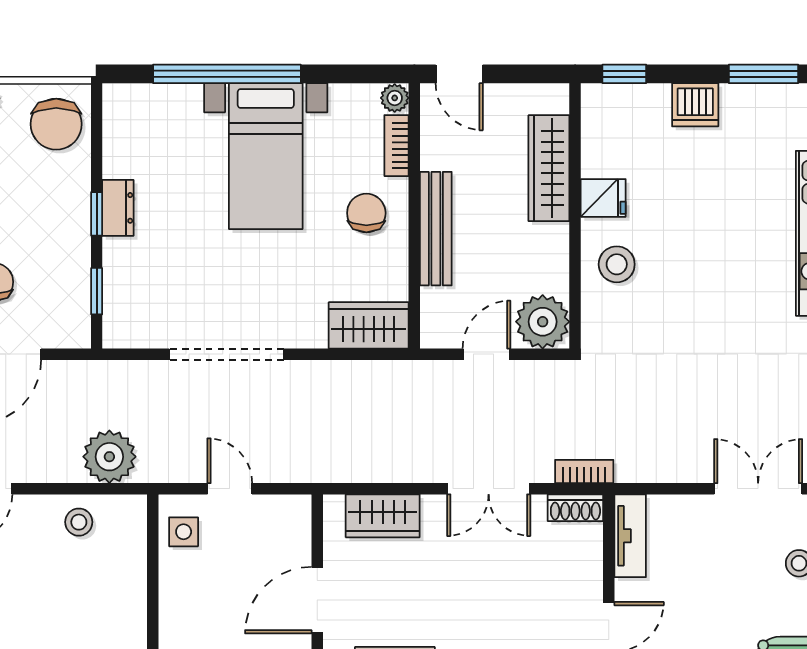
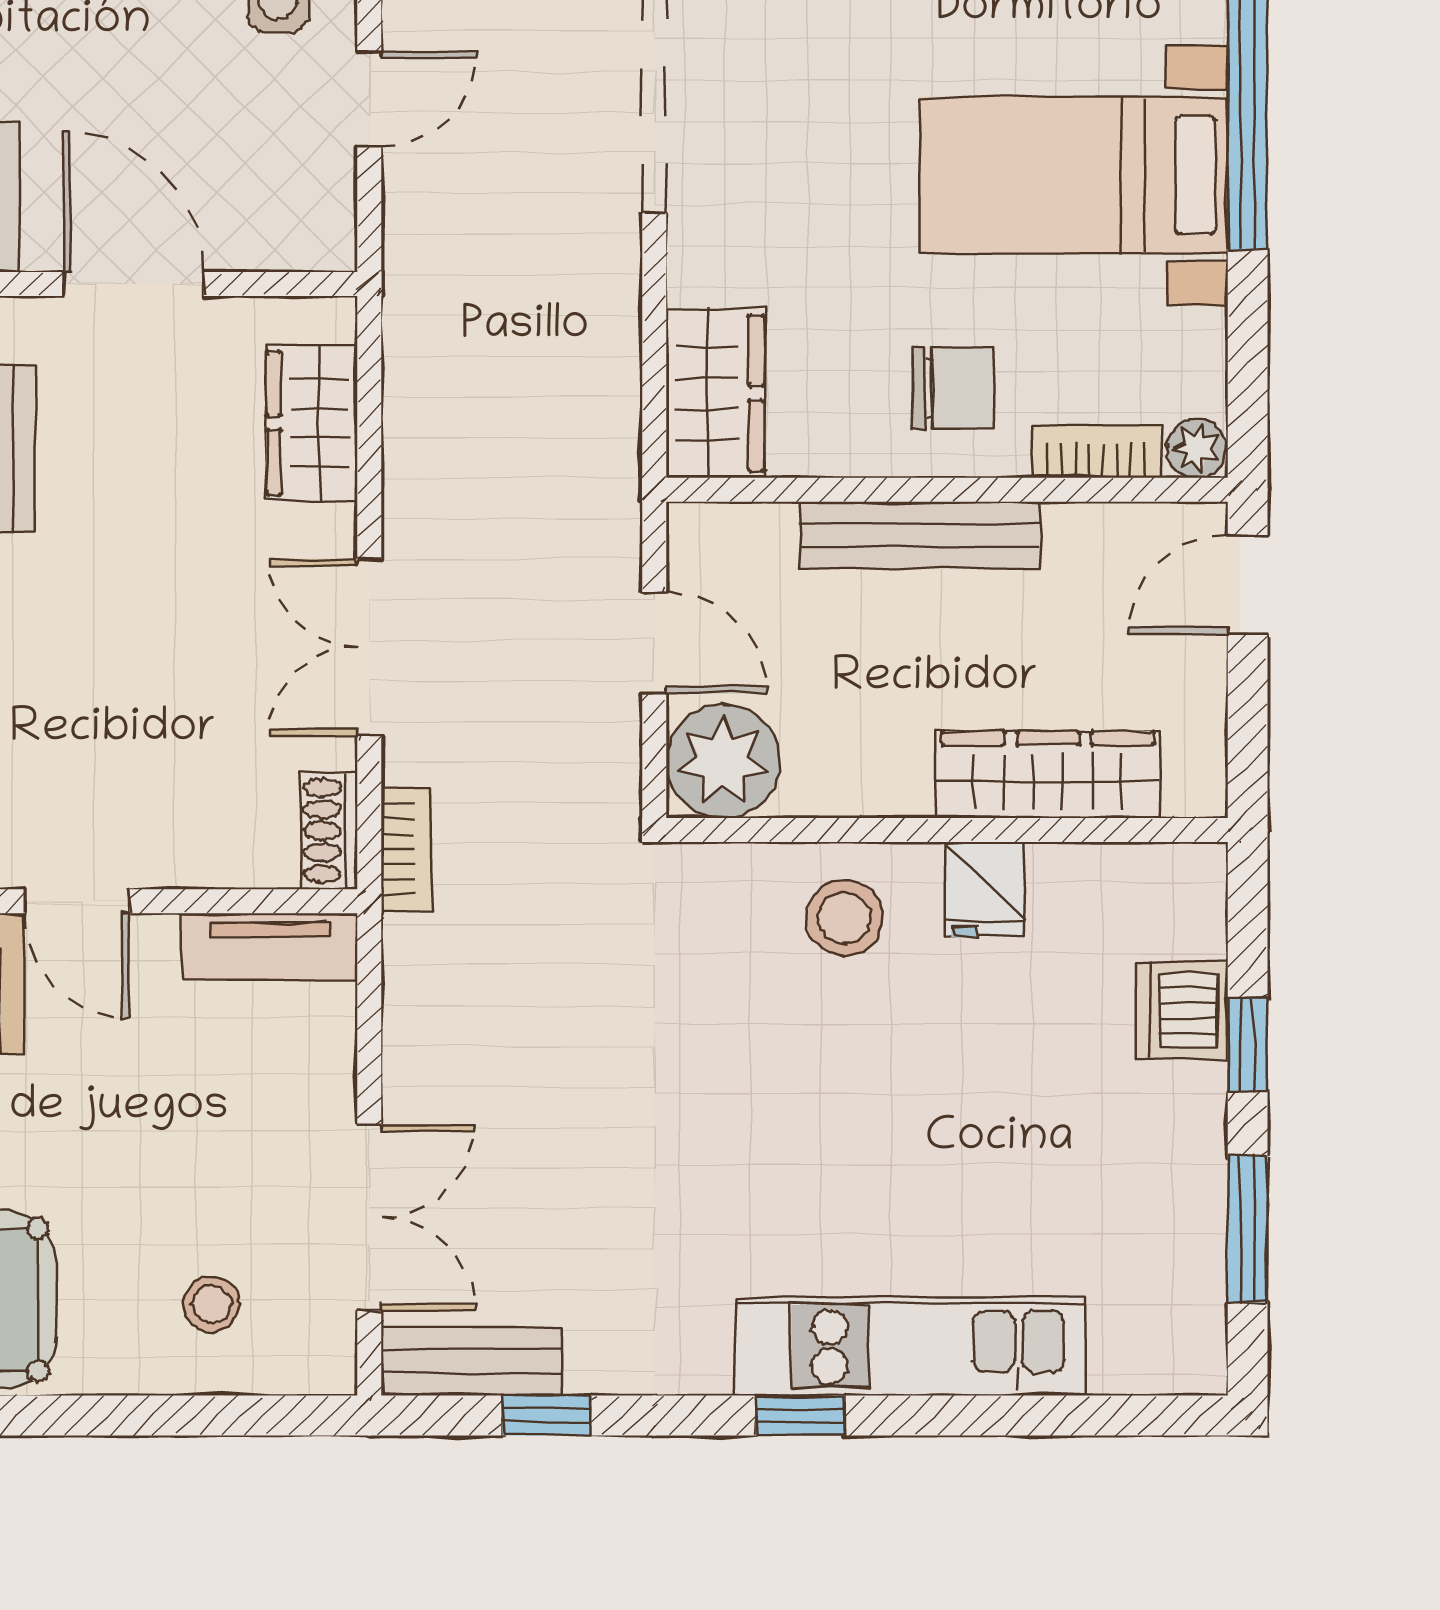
window: (624, 74) -> (1248, 1045), moved
dishwasher: (695, 105) -> (1182, 1010), moved

